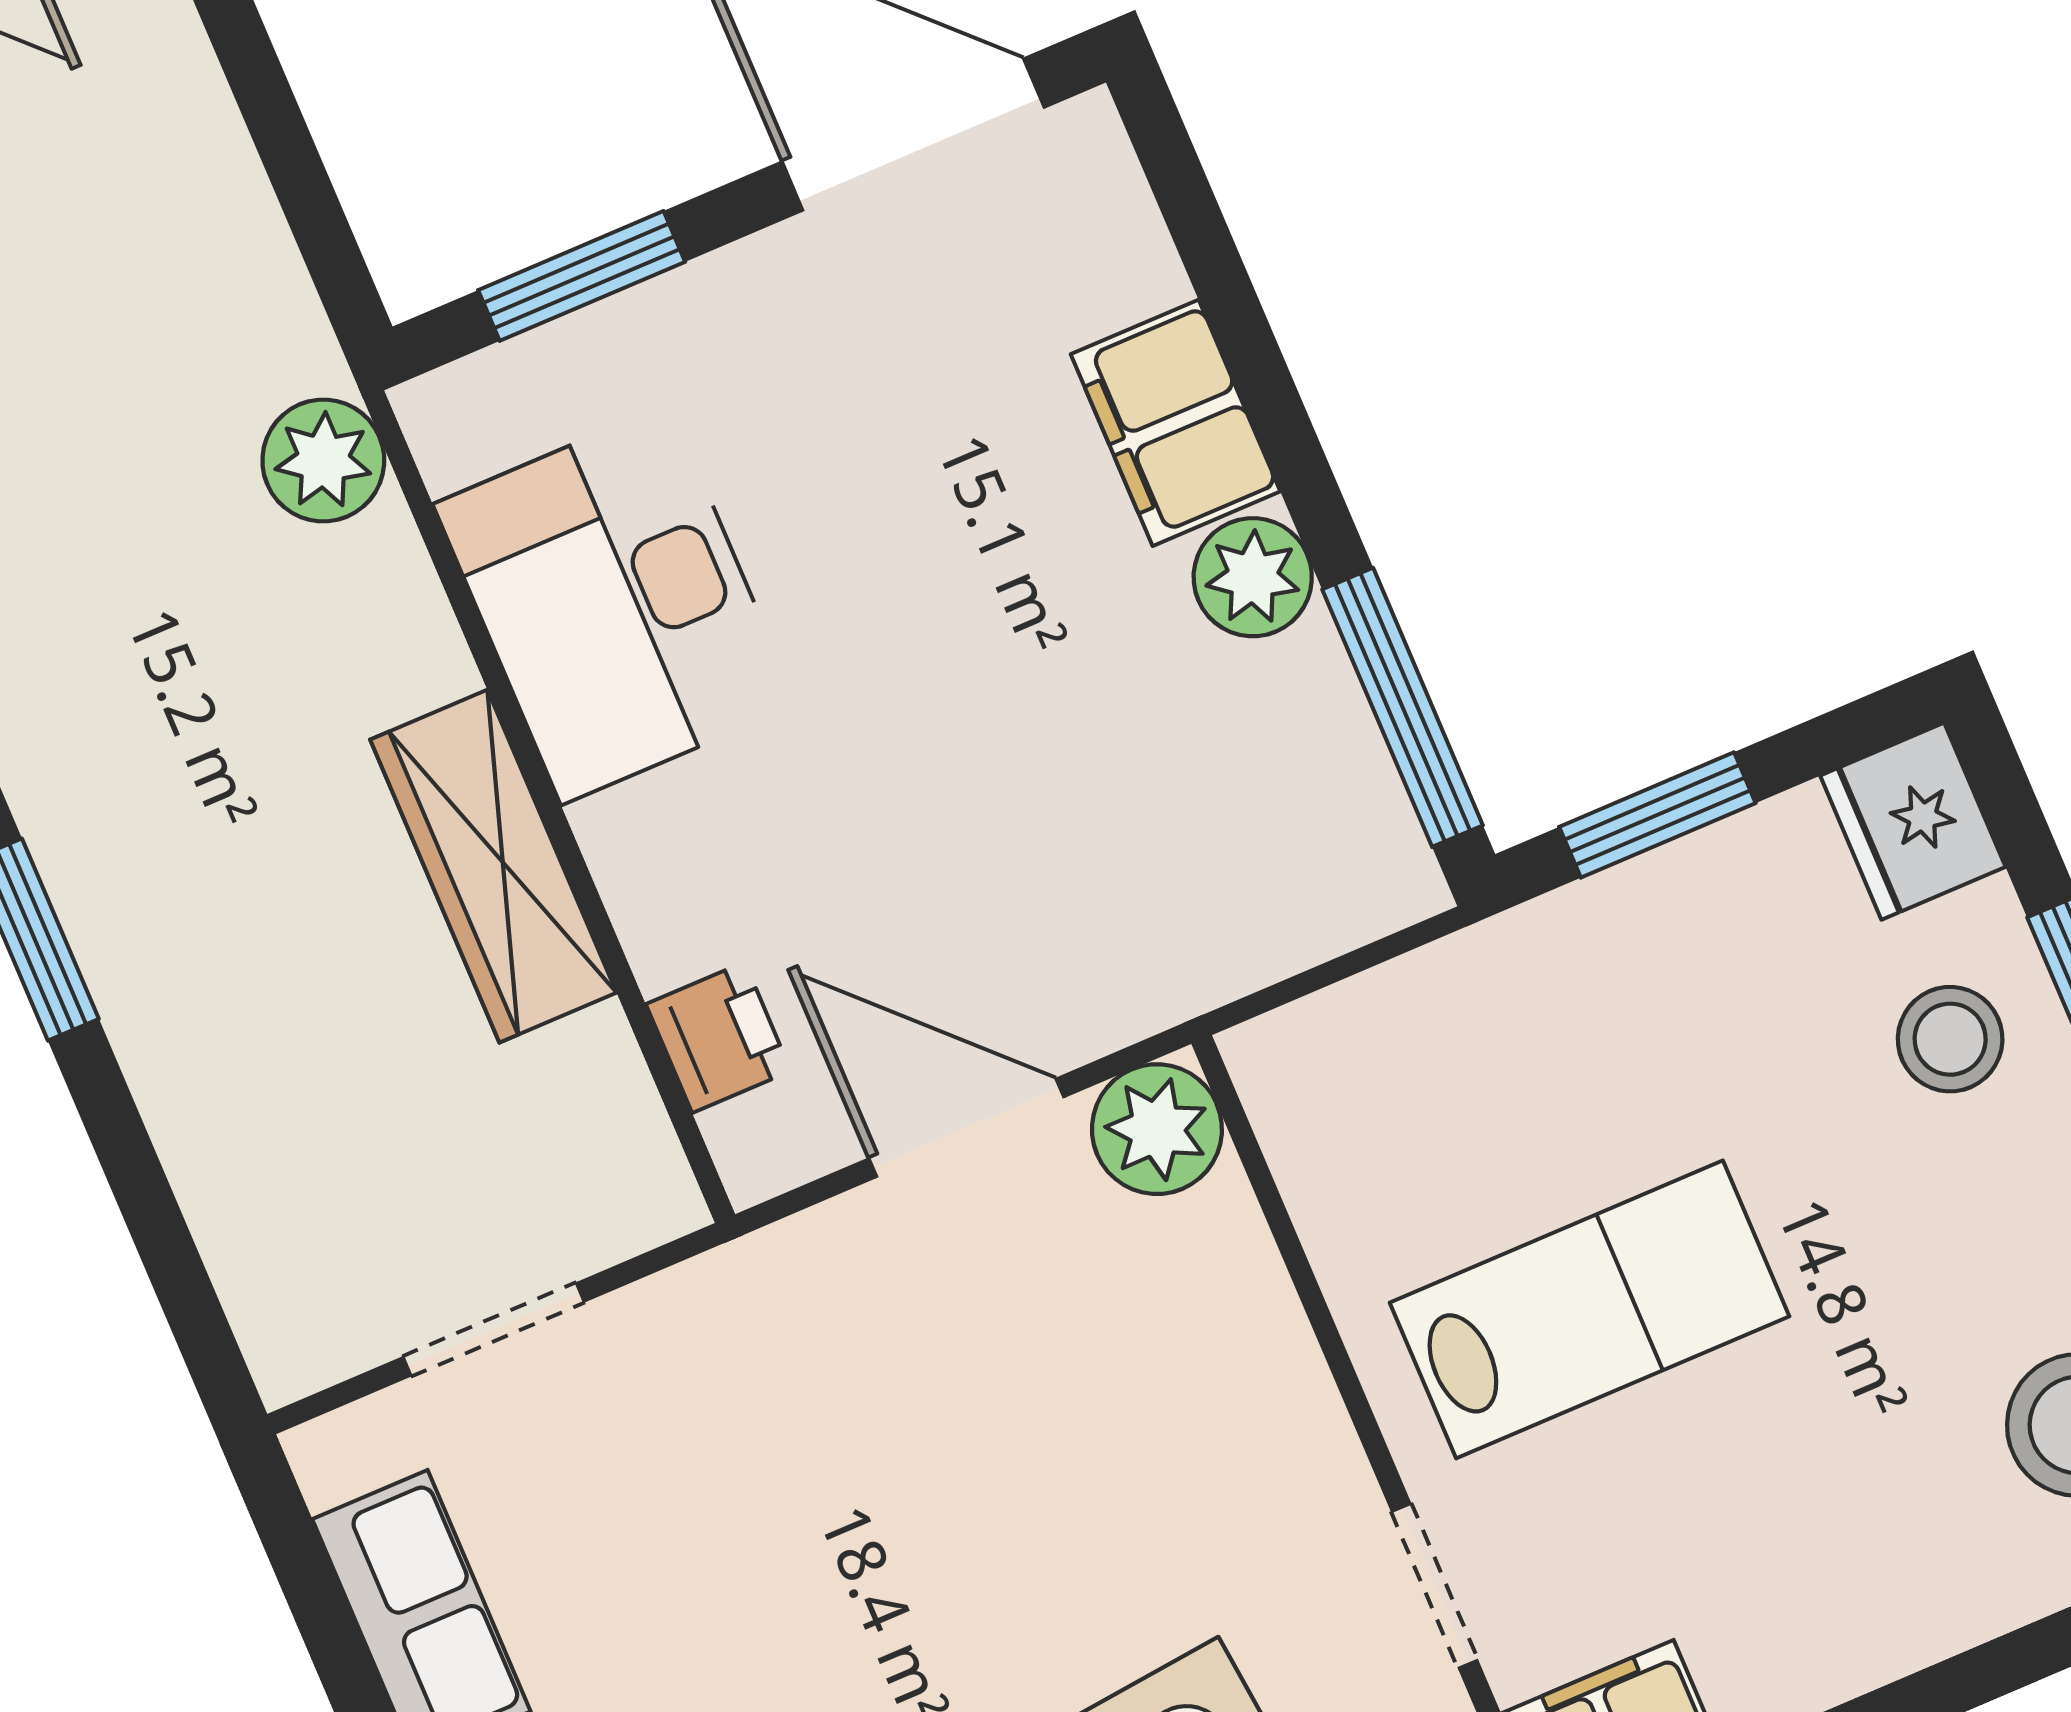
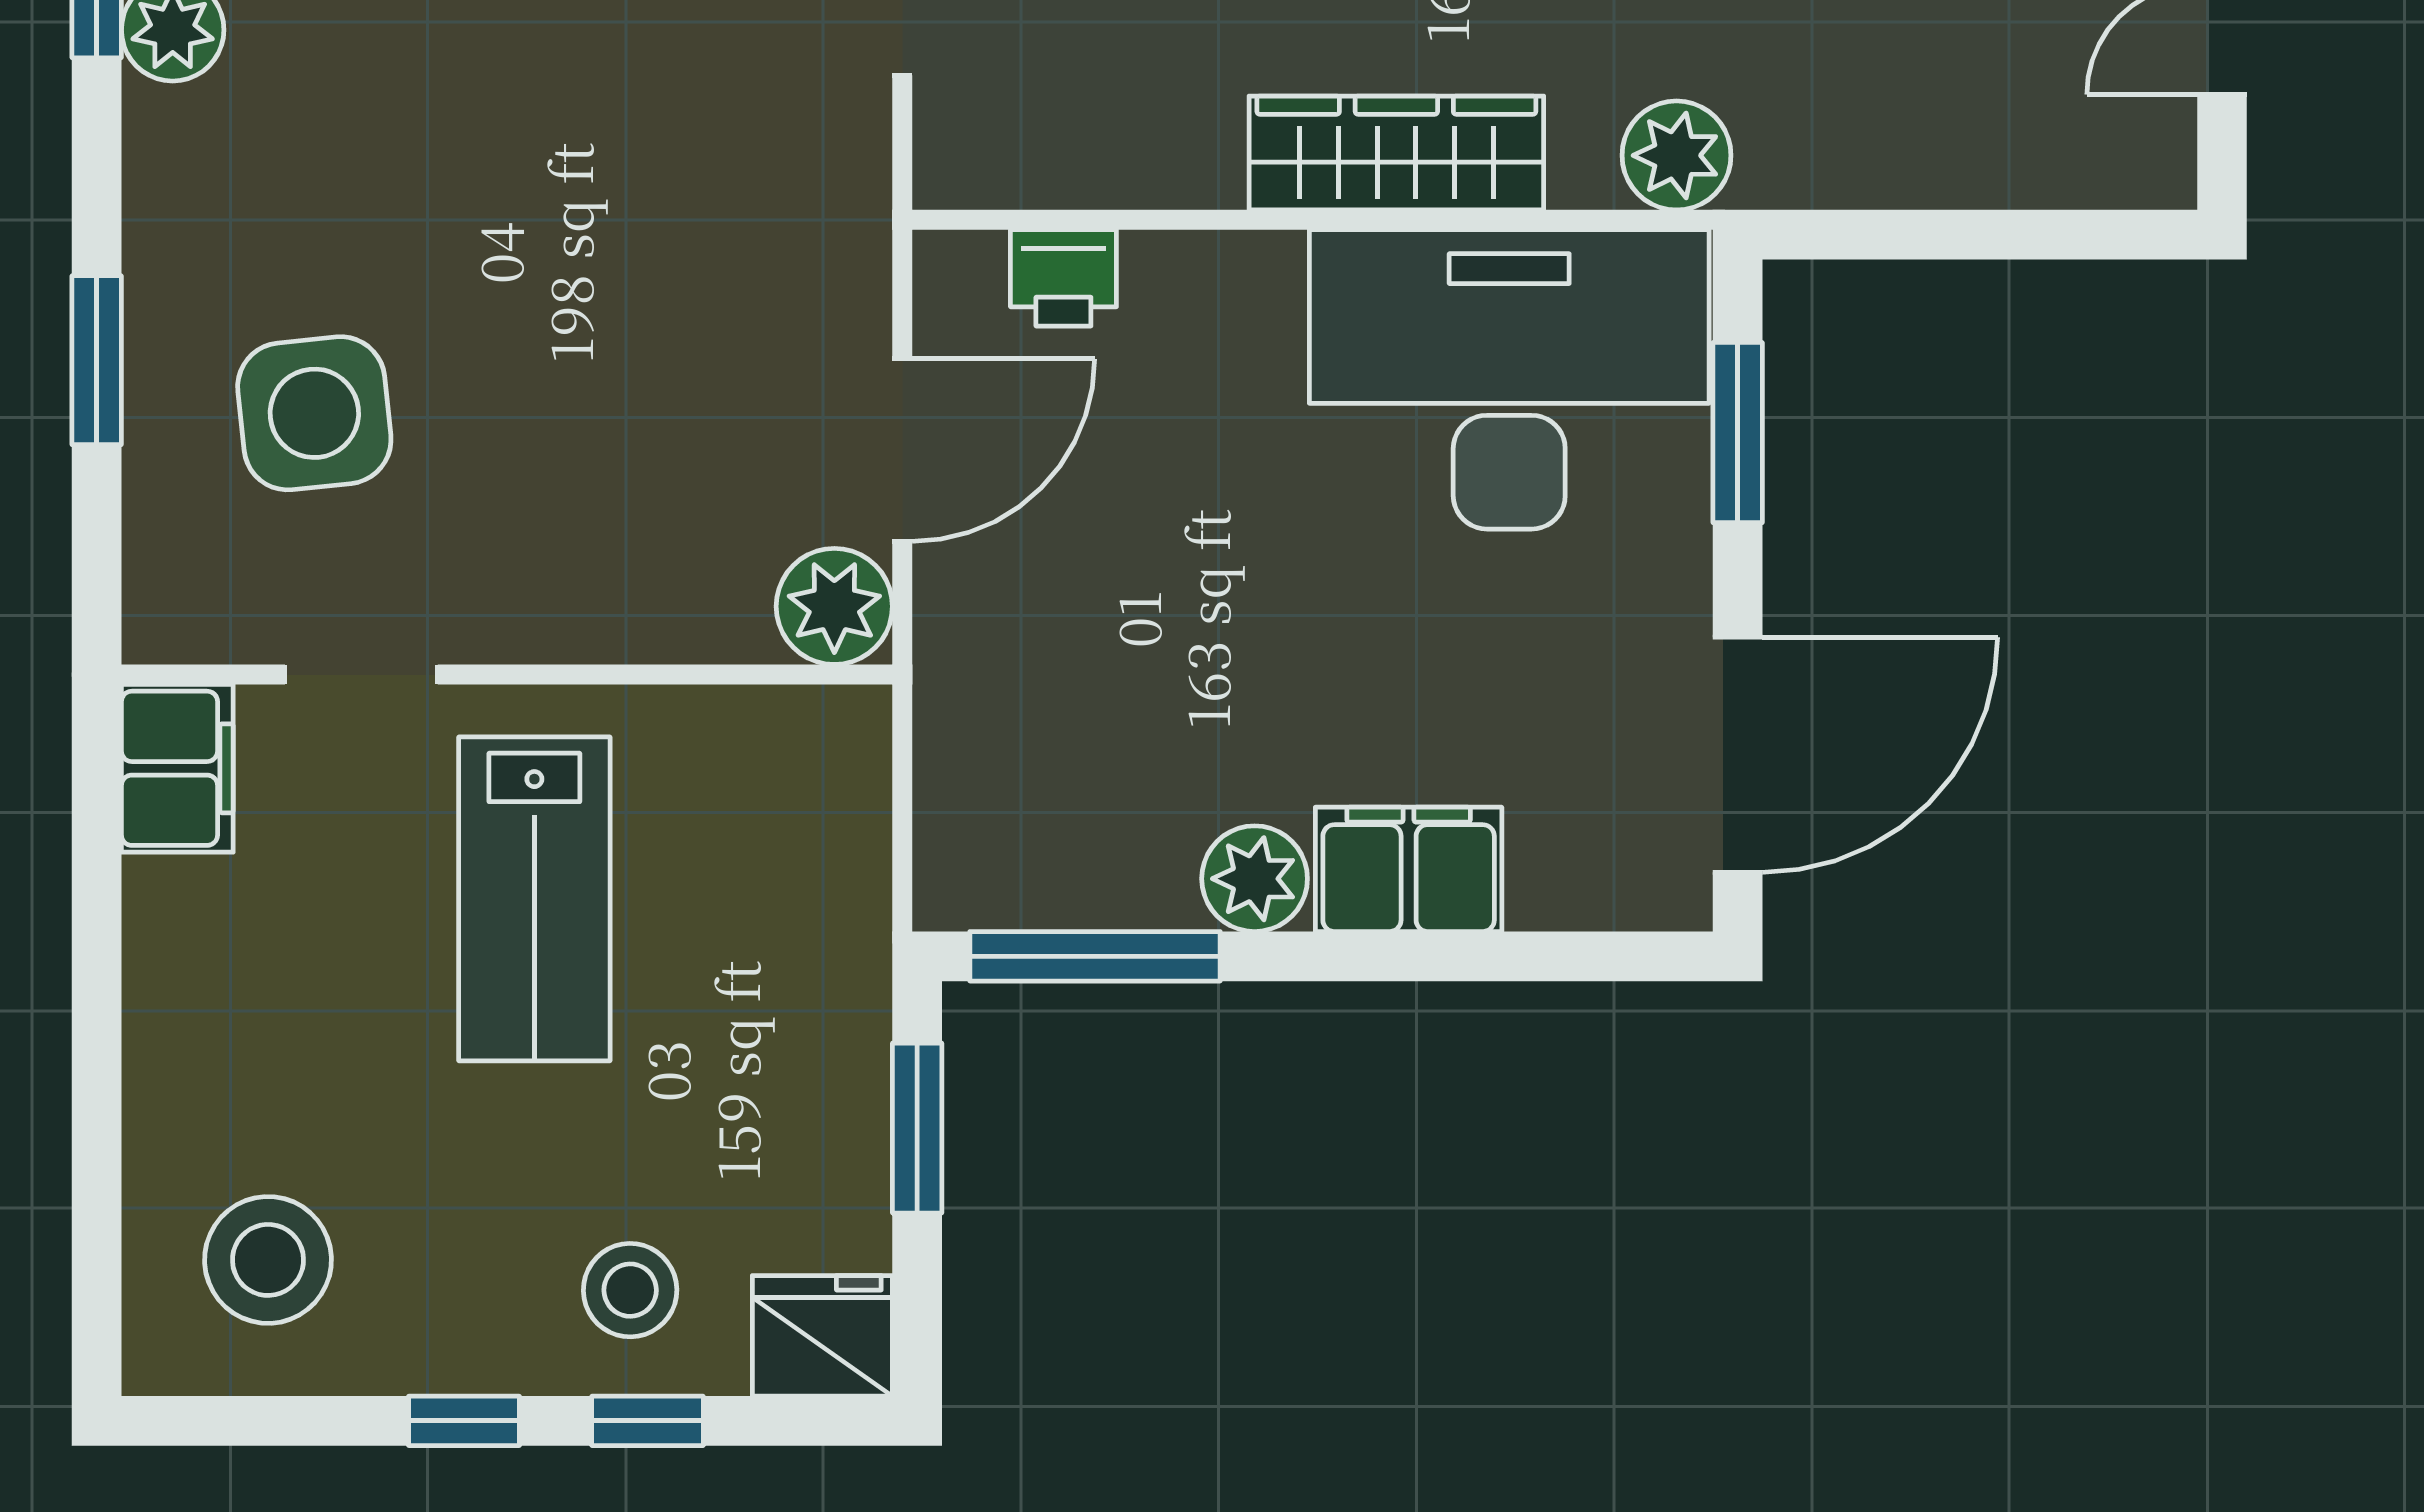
desk: (615, 604) -> (1509, 379), width x1.36, depth x1.30
wardrobe: (493, 866) -> (1396, 153), moved

